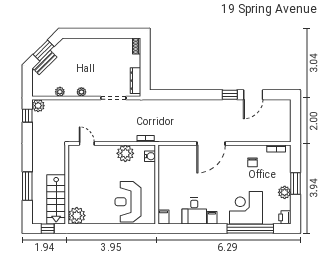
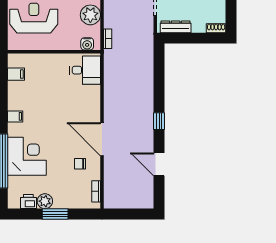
window: (230, 95) -> (159, 121), moved
door: (211, 143) -> (102, 139), moved
desk: (194, 211) -> (85, 70), moved, turned 180
filing cabinet: (164, 217) -> (16, 74), moved
printer: (285, 217) -> (28, 202), moved

